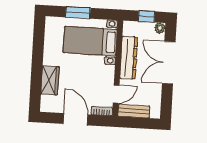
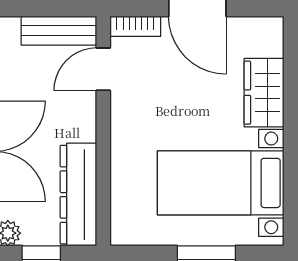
bed with nightstands: (90, 41) -> (221, 183), moved, turned 180
dresser: (129, 58) -> (78, 195), moved

